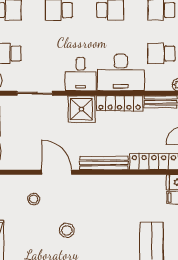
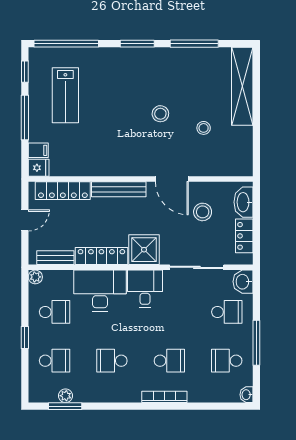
sliding door: (34, 93) -> (197, 267), width x1.37
stool: (29, 143) -> (203, 212), added
stool: (34, 199) -> (204, 128), moved

